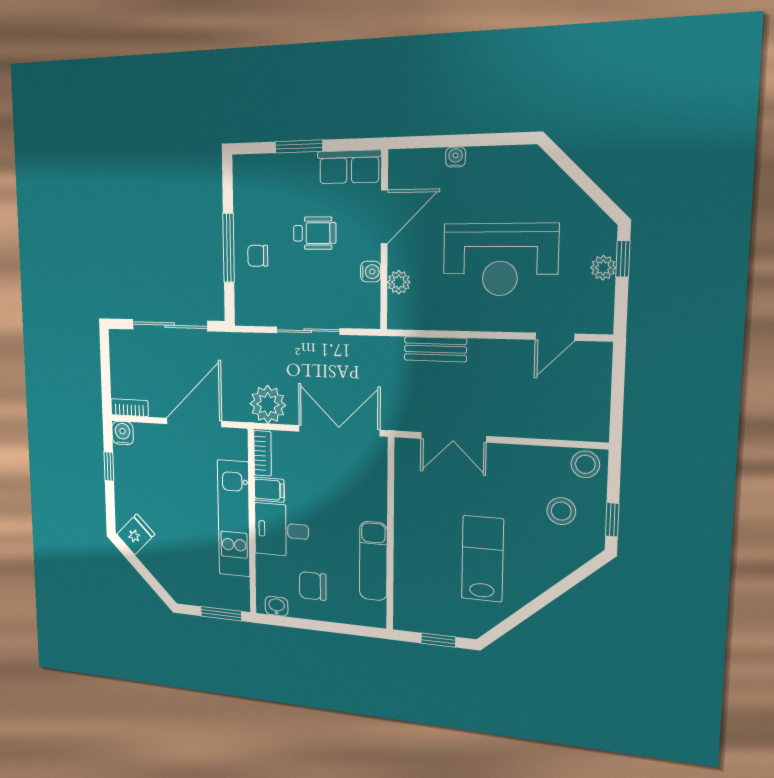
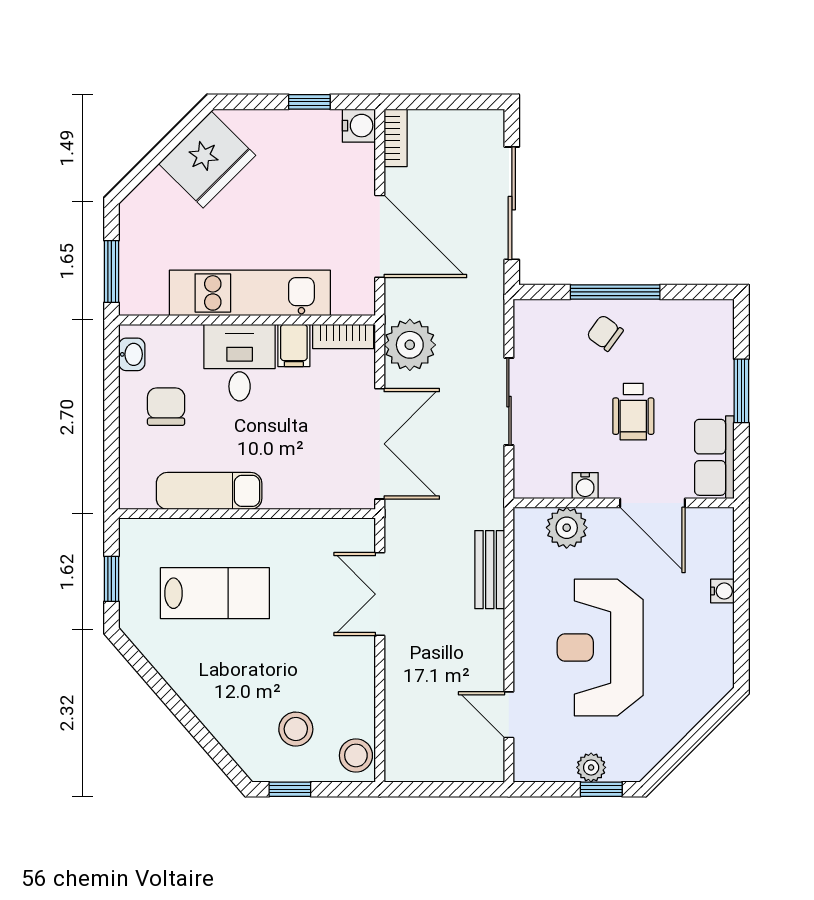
chair: (258, 256) -> (605, 333), turned -54
plant: (399, 282) -> (567, 528), width x1.38, depth x1.38
fridge: (136, 534) -> (207, 159), width x1.88, depth x1.34
lab bench: (482, 559) -> (215, 593), moved

